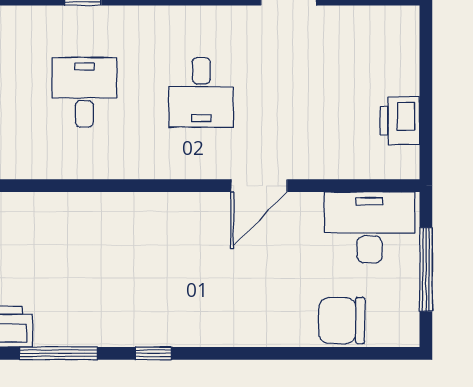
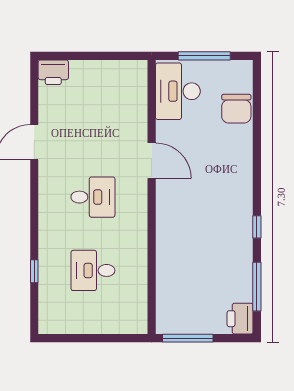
printer: (400, 121) -> (53, 72), moved

